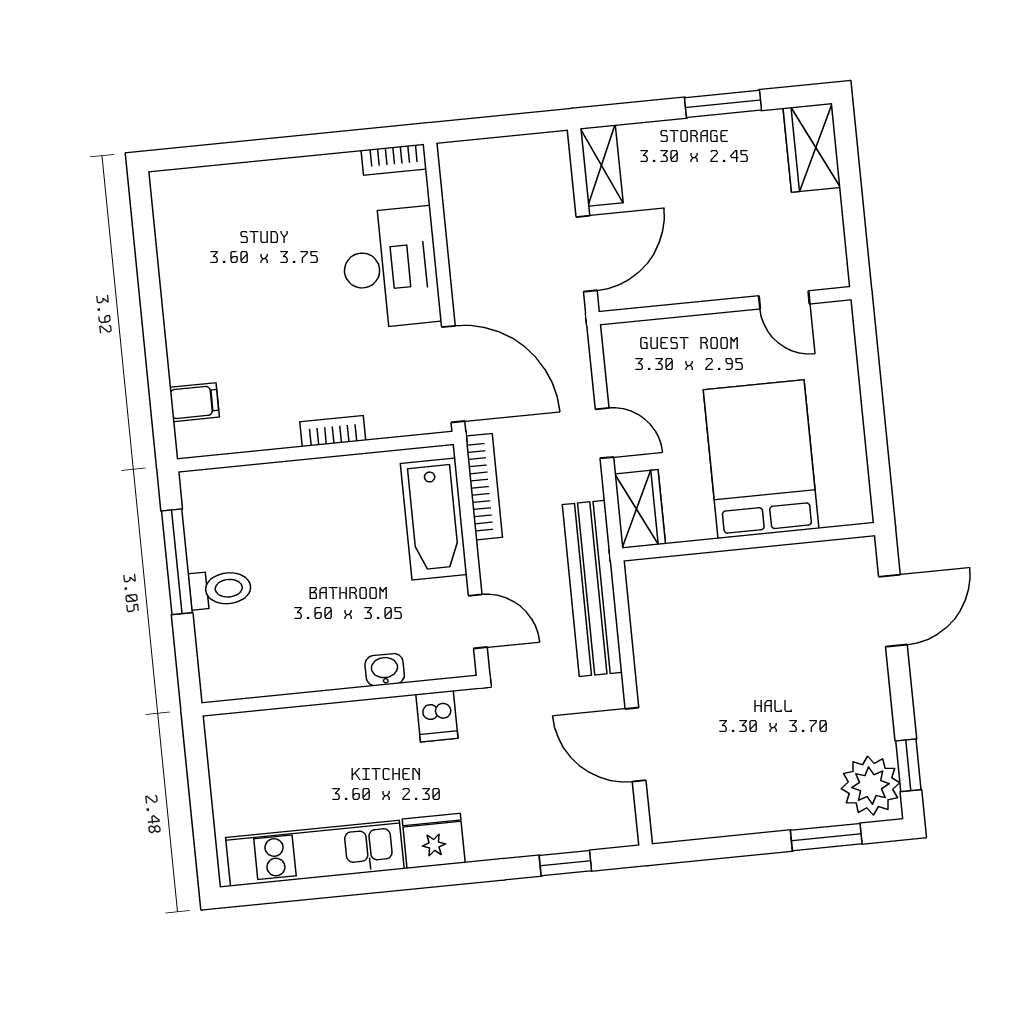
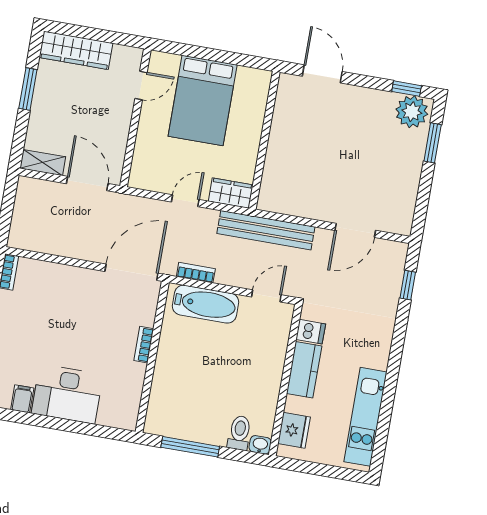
wardrobe: (812, 148) -> (76, 50), width x1.50
desk: (390, 268) -> (67, 394), moved, turned 180
filing cabinet: (194, 402) -> (22, 399), moved
bed: (761, 459) -> (203, 100), moved, turned -90
bookcase: (484, 487) -> (196, 273), width x0.64
toilet: (220, 589) -> (239, 433), moved
washbasin: (385, 670) -> (260, 445), moved, turned 90
kitchen counter: (367, 723) -> (304, 370), added
fridge: (434, 841) -> (294, 430), moved, turned 180

